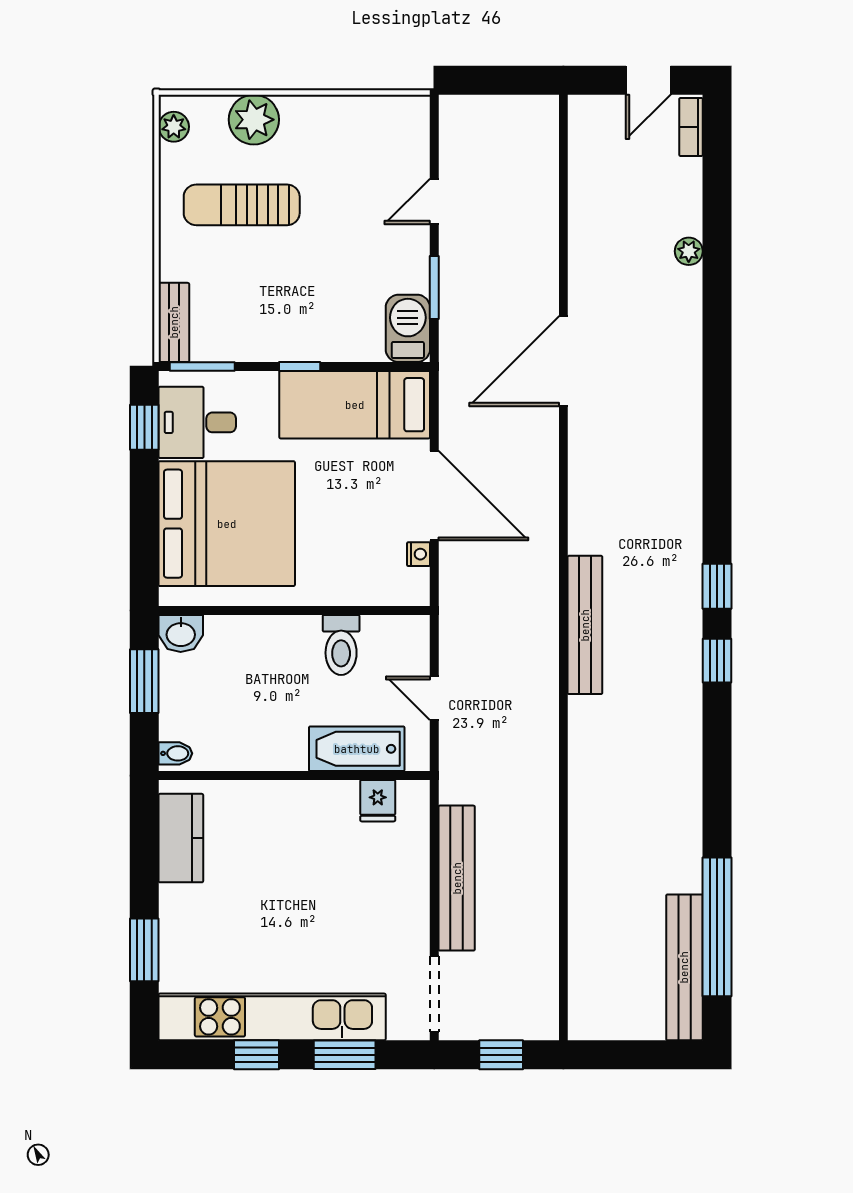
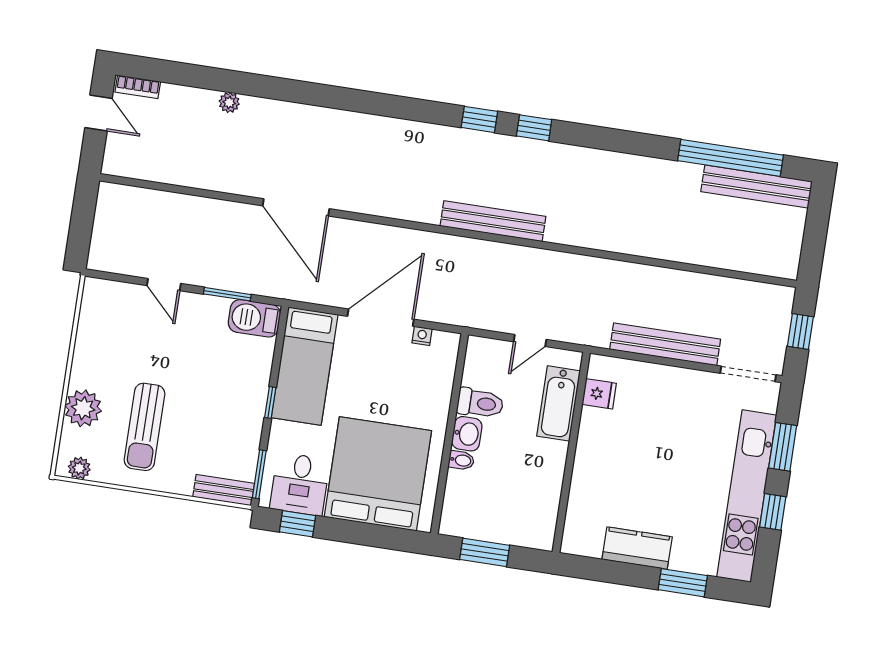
washbasin: (181, 633) -> (467, 434), moved
bidet: (175, 753) -> (461, 460), moved, turned 90
kitchen counter: (181, 838) -> (637, 548), moved

